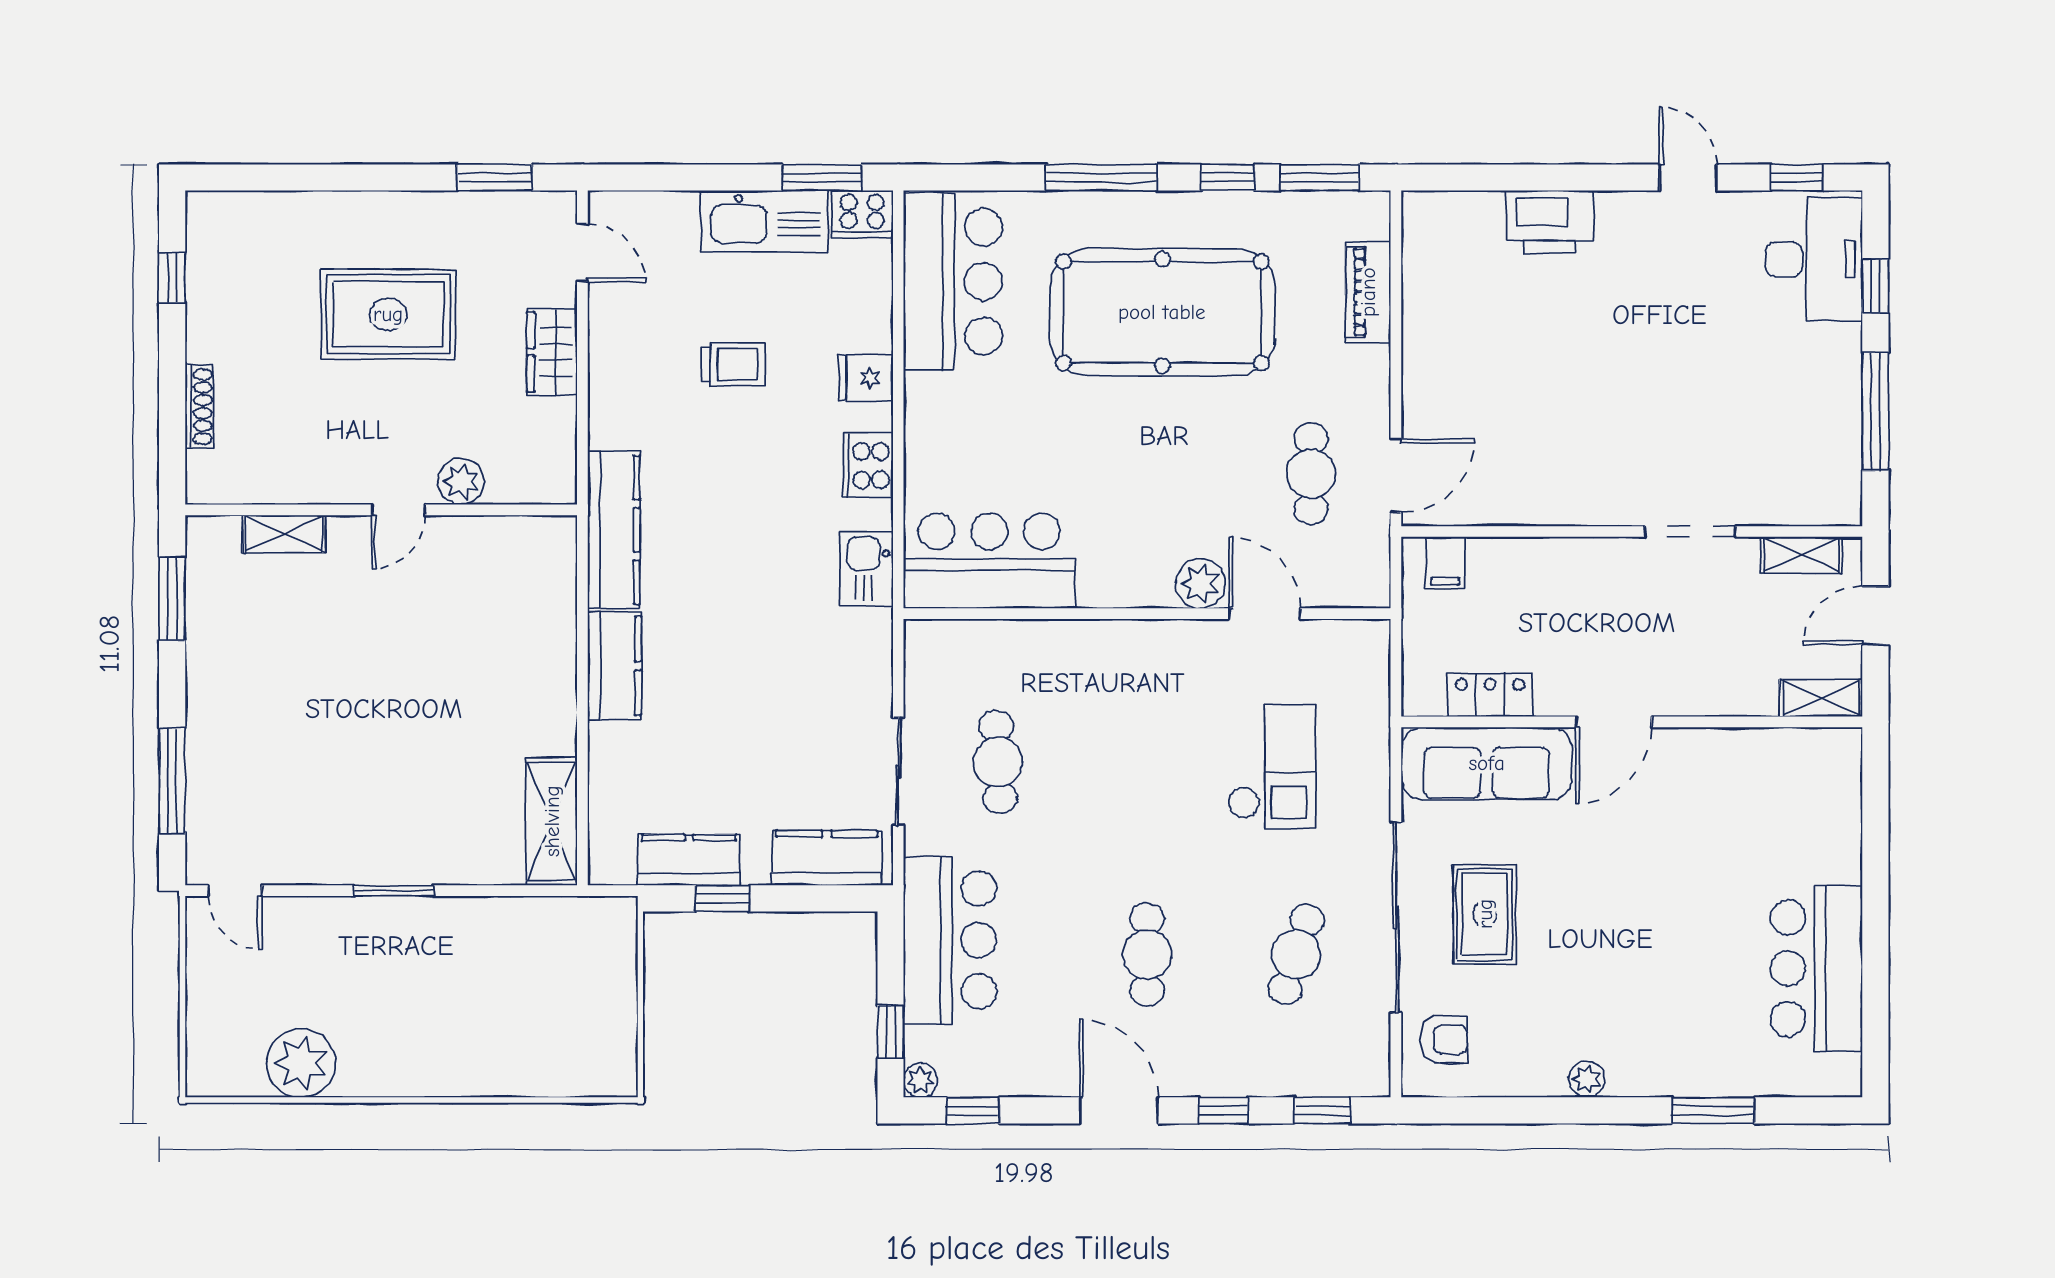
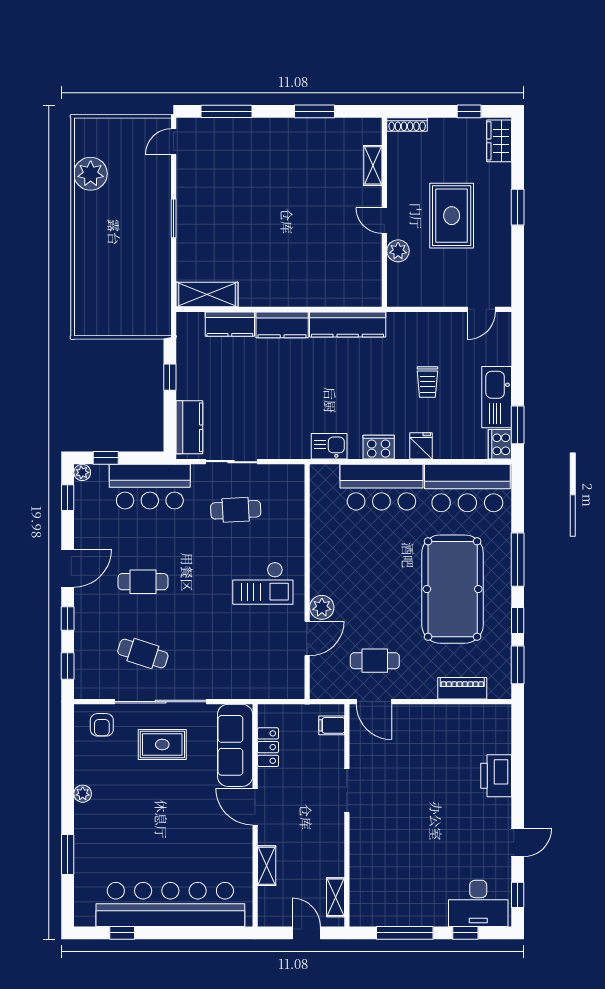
window: (495, 177) -> (518, 207), moved
wardrobe: (552, 352) -> (499, 141), moved, turned -90
plant: (461, 482) -> (398, 251), moved
wall: (381, 510) -> (384, 212), moved
door: (398, 510) -> (384, 221), moved
doorway: (1690, 531) -> (347, 791), moved
shelving: (284, 534) -> (373, 165), moved
bar counter: (989, 561) -> (381, 487), moved, turned 90
shelving: (1821, 698) -> (267, 866), moved
checkout: (1272, 766) -> (263, 583), moved
kitchen counter: (689, 860) -> (230, 324), moved, turned 90
bar counter: (1816, 968) -> (170, 904), width x1.86
window: (1875, 998) -> (122, 933), added

